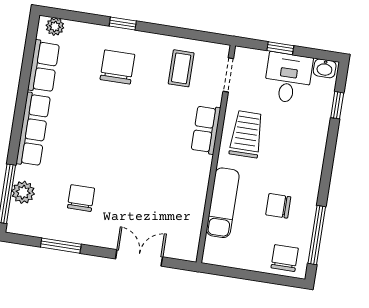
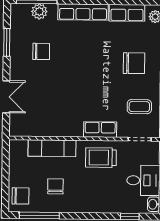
trolley: (246, 134) -> (101, 158), turned 180

